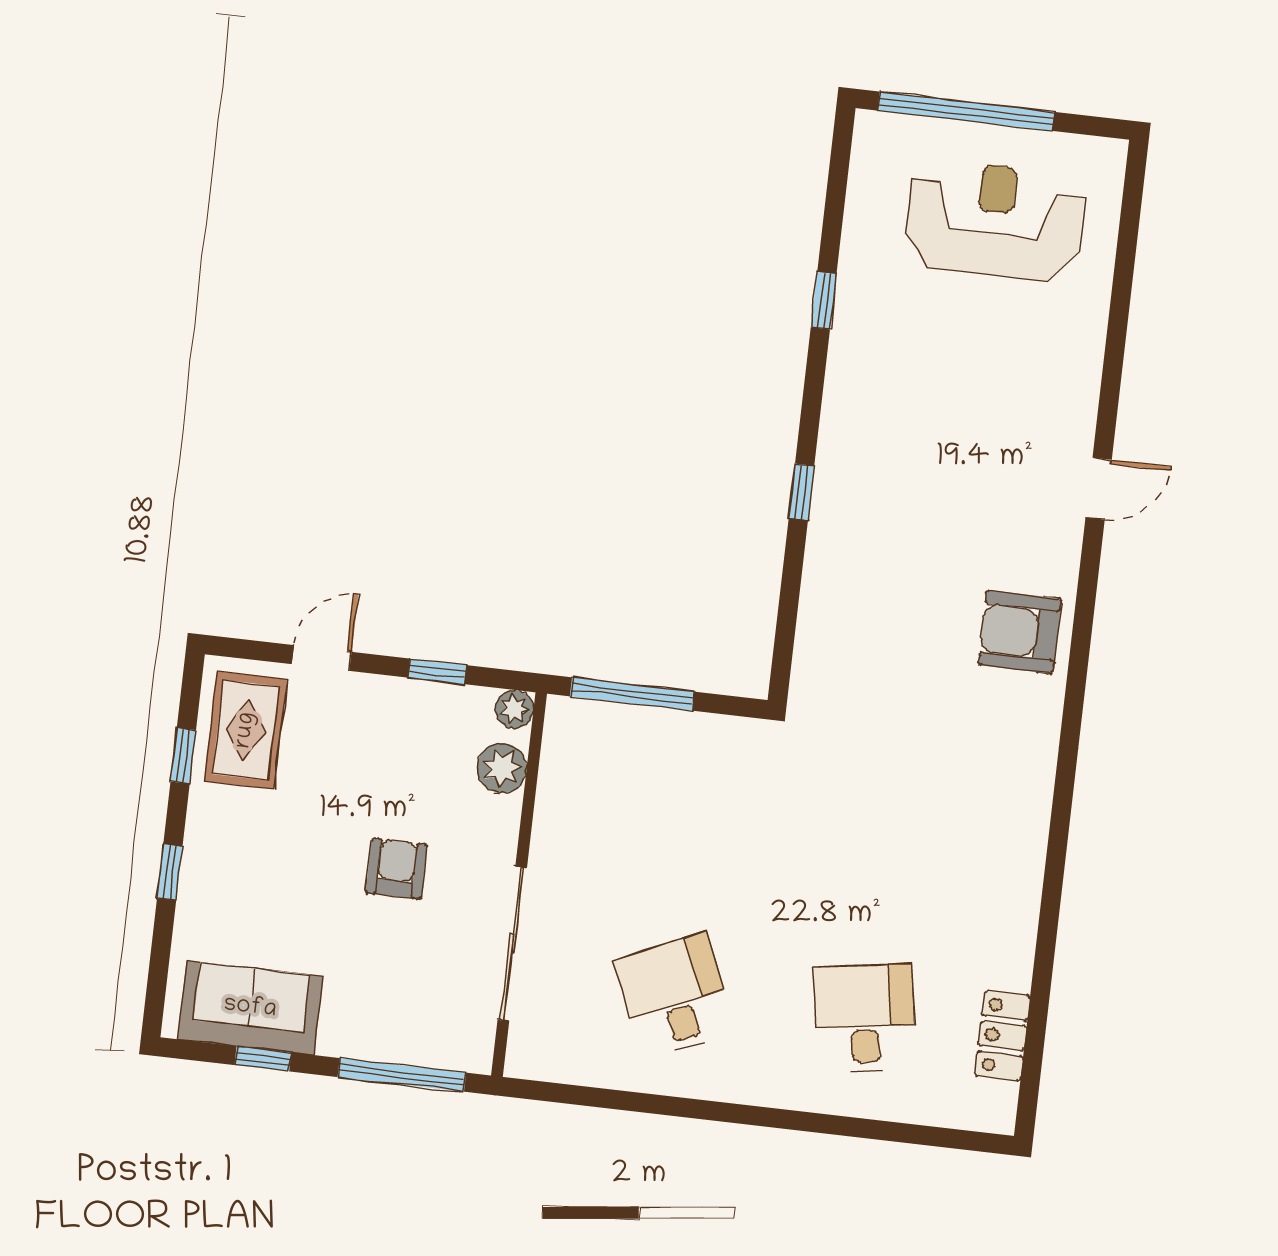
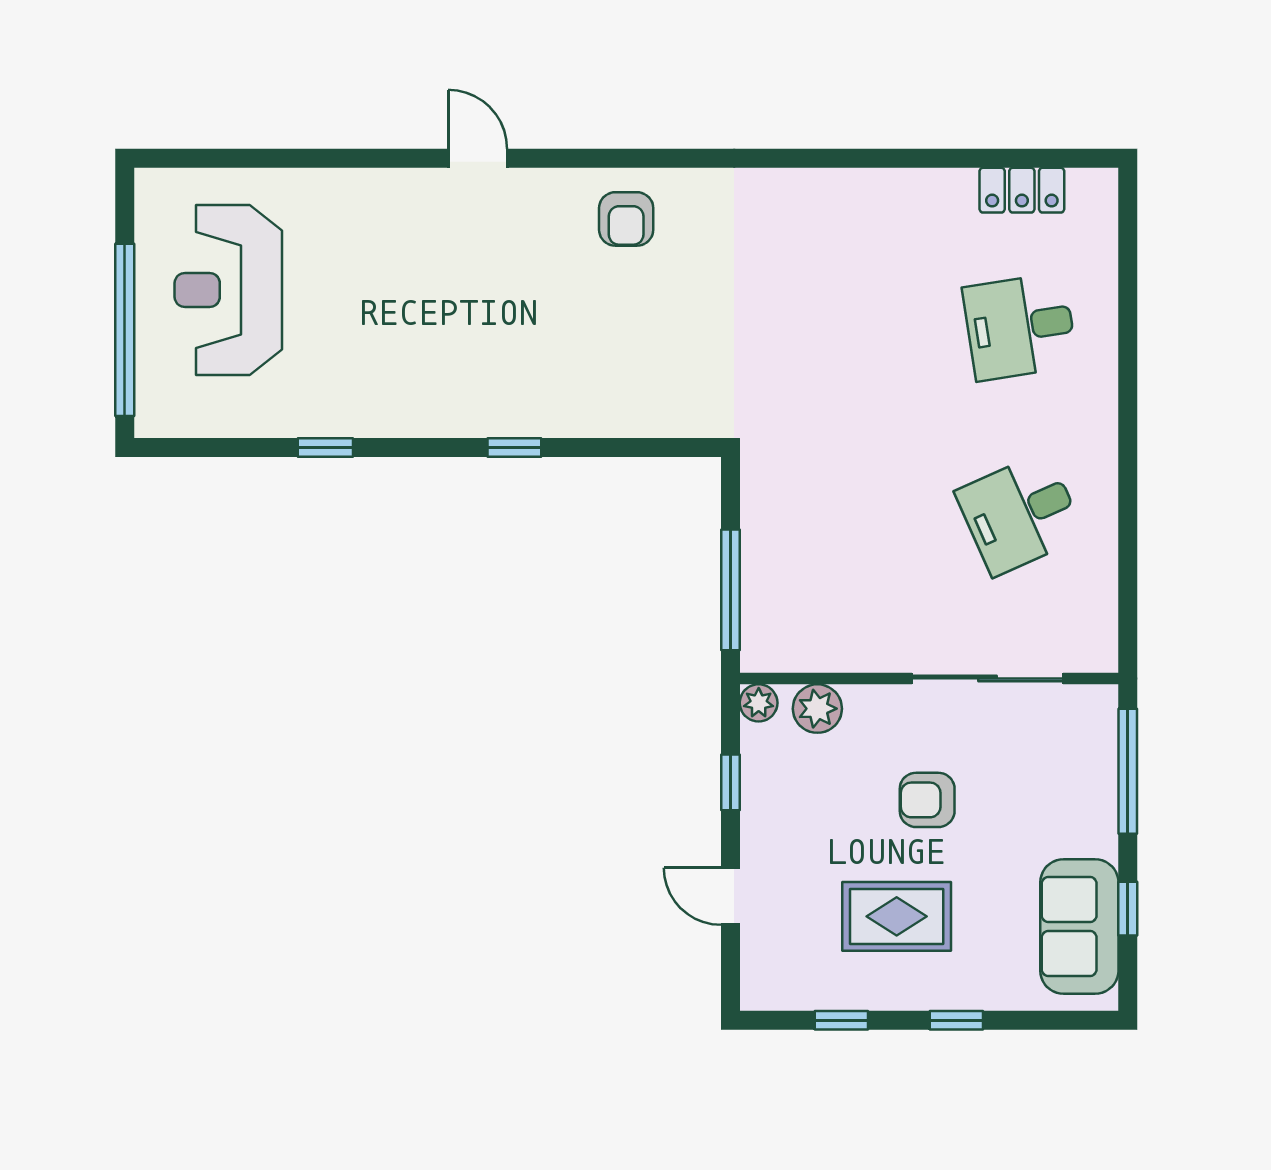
armchair: (1020, 632) -> (626, 219), width x0.72, depth x0.72
rug: (246, 730) -> (897, 916), moved

